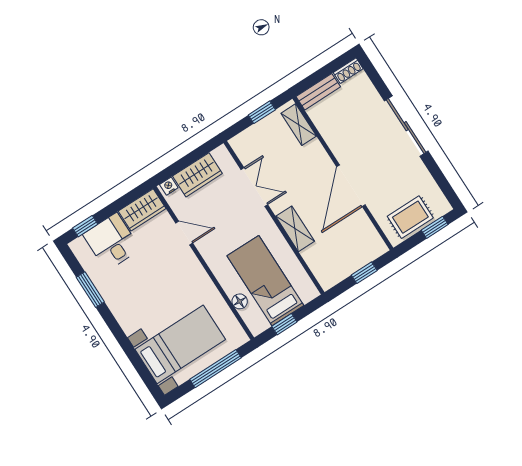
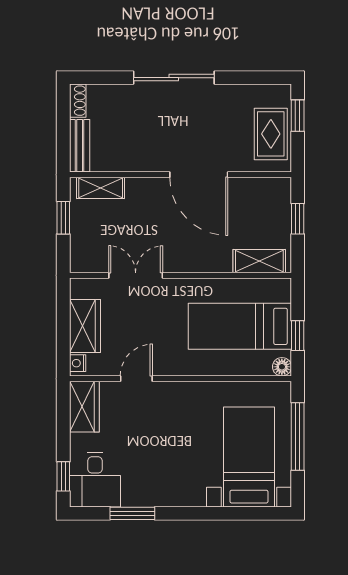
shelving: (295, 229) -> (259, 261), moved
desk: (112, 242) -> (95, 480), moved, turned -90
floor lamp: (240, 301) -> (282, 367), moved

